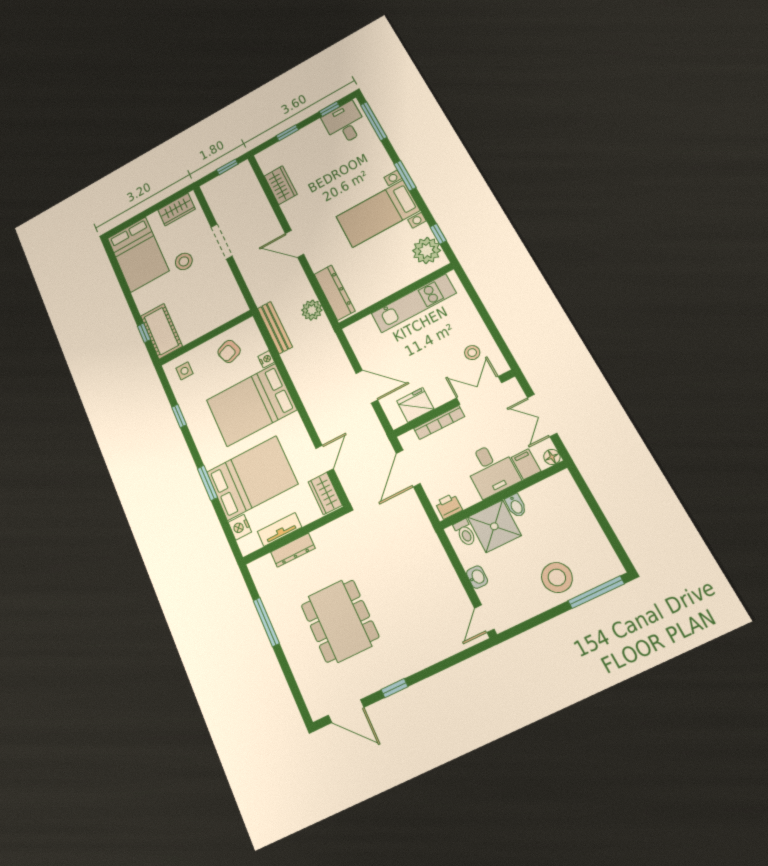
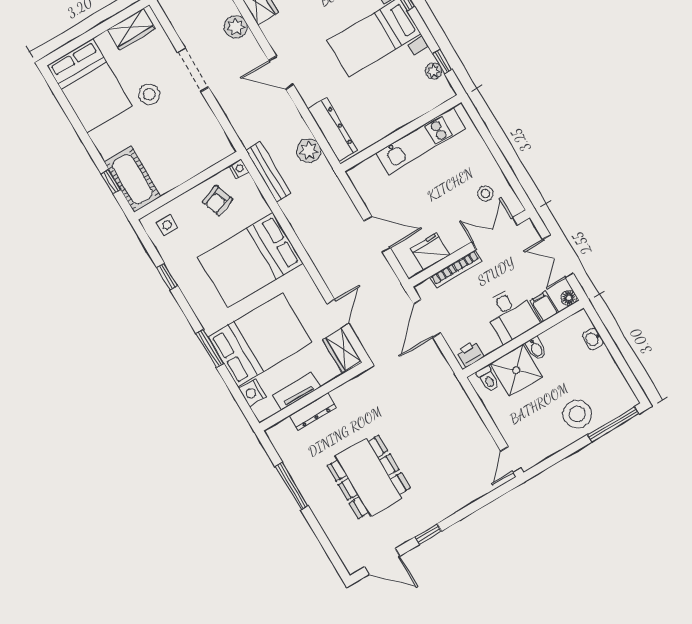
plant: (261, 206) -> (236, 27), added
plant: (427, 251) -> (433, 71), width x0.53, depth x0.53
nightstand: (266, 359) -> (239, 169), moved
washbasin: (477, 577) -> (593, 339), moved, turned 180

